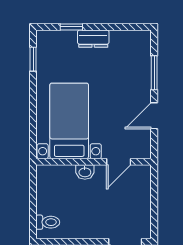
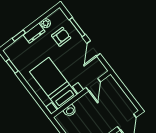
plant: (118, 37) -> (46, 23), added
armchair: (124, 69) -> (61, 37), added
washbasin: (85, 172) -> (70, 111), moved

